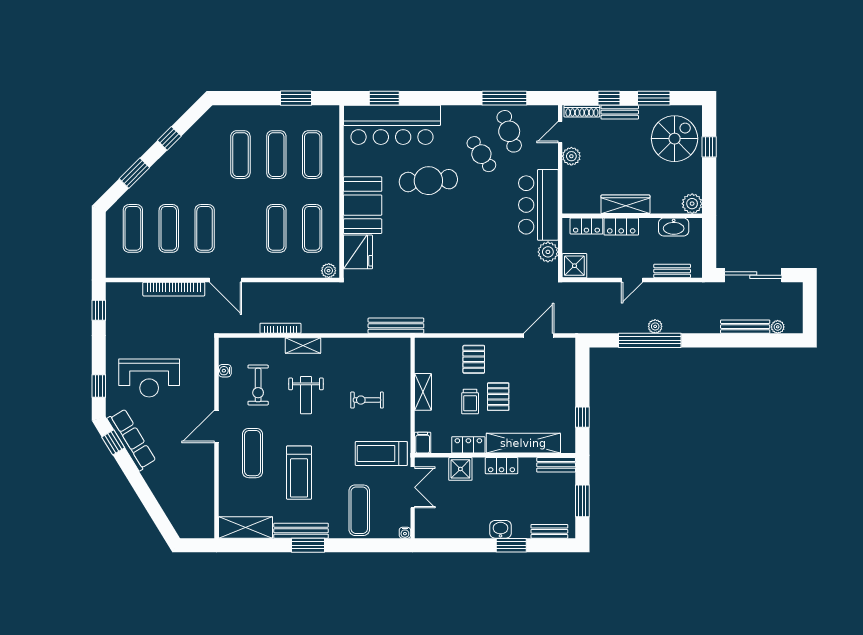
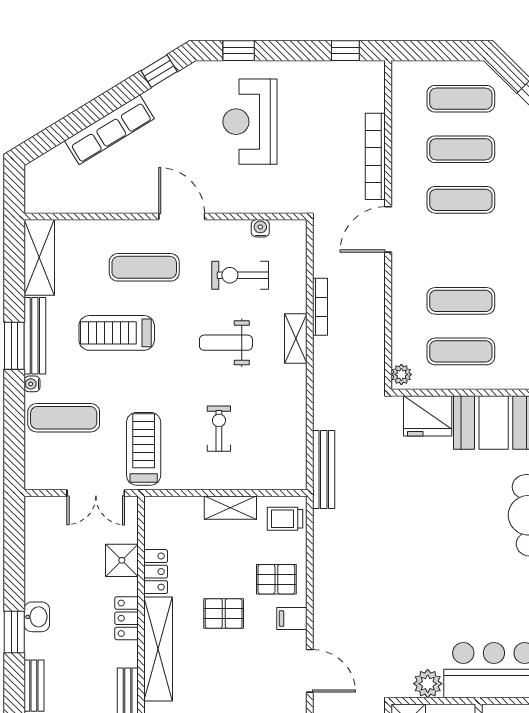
trolley: (470, 401) -> (285, 519), moved
row of seats: (132, 440) -> (109, 130), moved
filing cabinet: (423, 443) -> (292, 619), moved, turned 180
water cooler: (405, 533) -> (32, 384), moved

